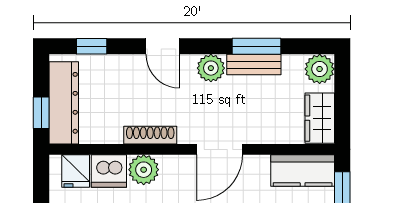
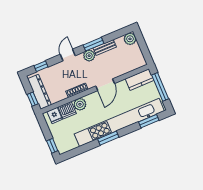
door: (163, 46) -> (68, 55), swing flipped
window: (257, 46) -> (94, 44), moved
wardrobe: (320, 118) -> (138, 57), removed

